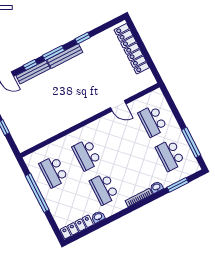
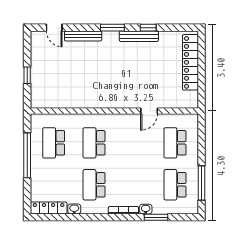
bench: (65, 56) -> (139, 36), moved
window: (30, 65) -> (84, 28), removed
door: (118, 106) -> (149, 111), hinge flipped
window: (178, 185) -> (156, 217), moved

